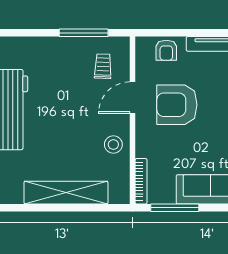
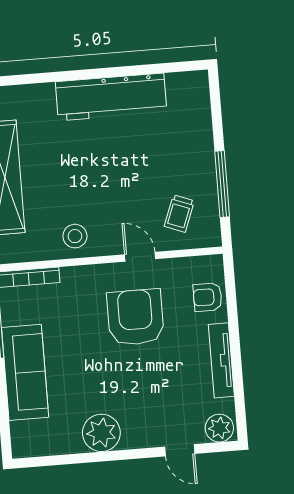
trolley: (103, 66) -> (179, 214), turned 109
door: (133, 98) -> (140, 257), width x0.73

